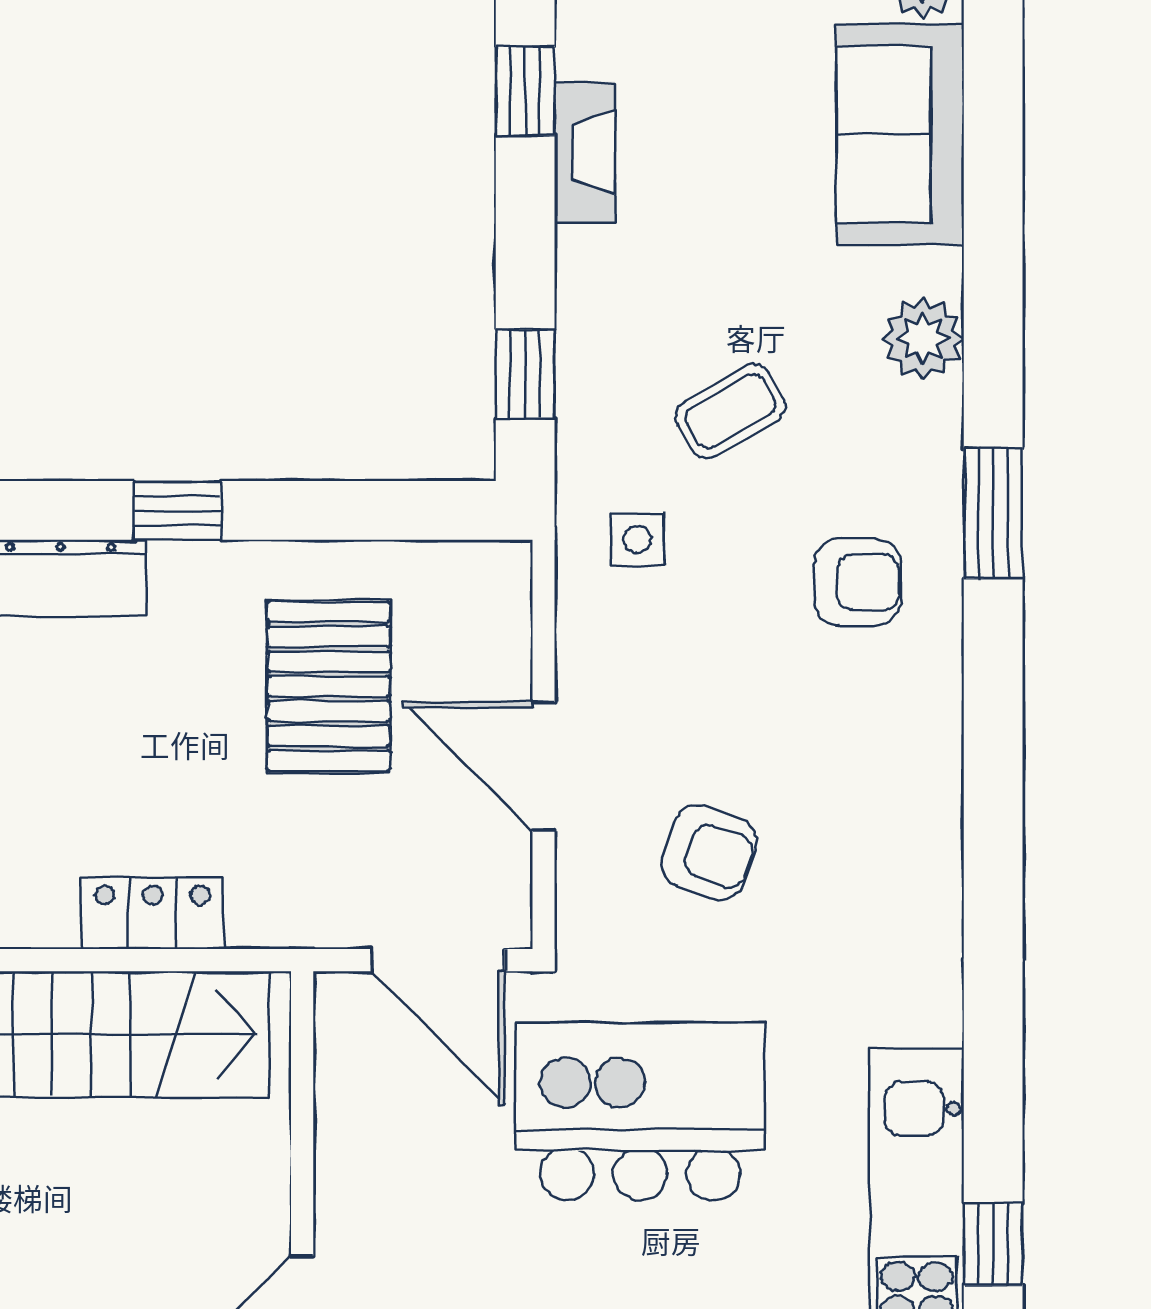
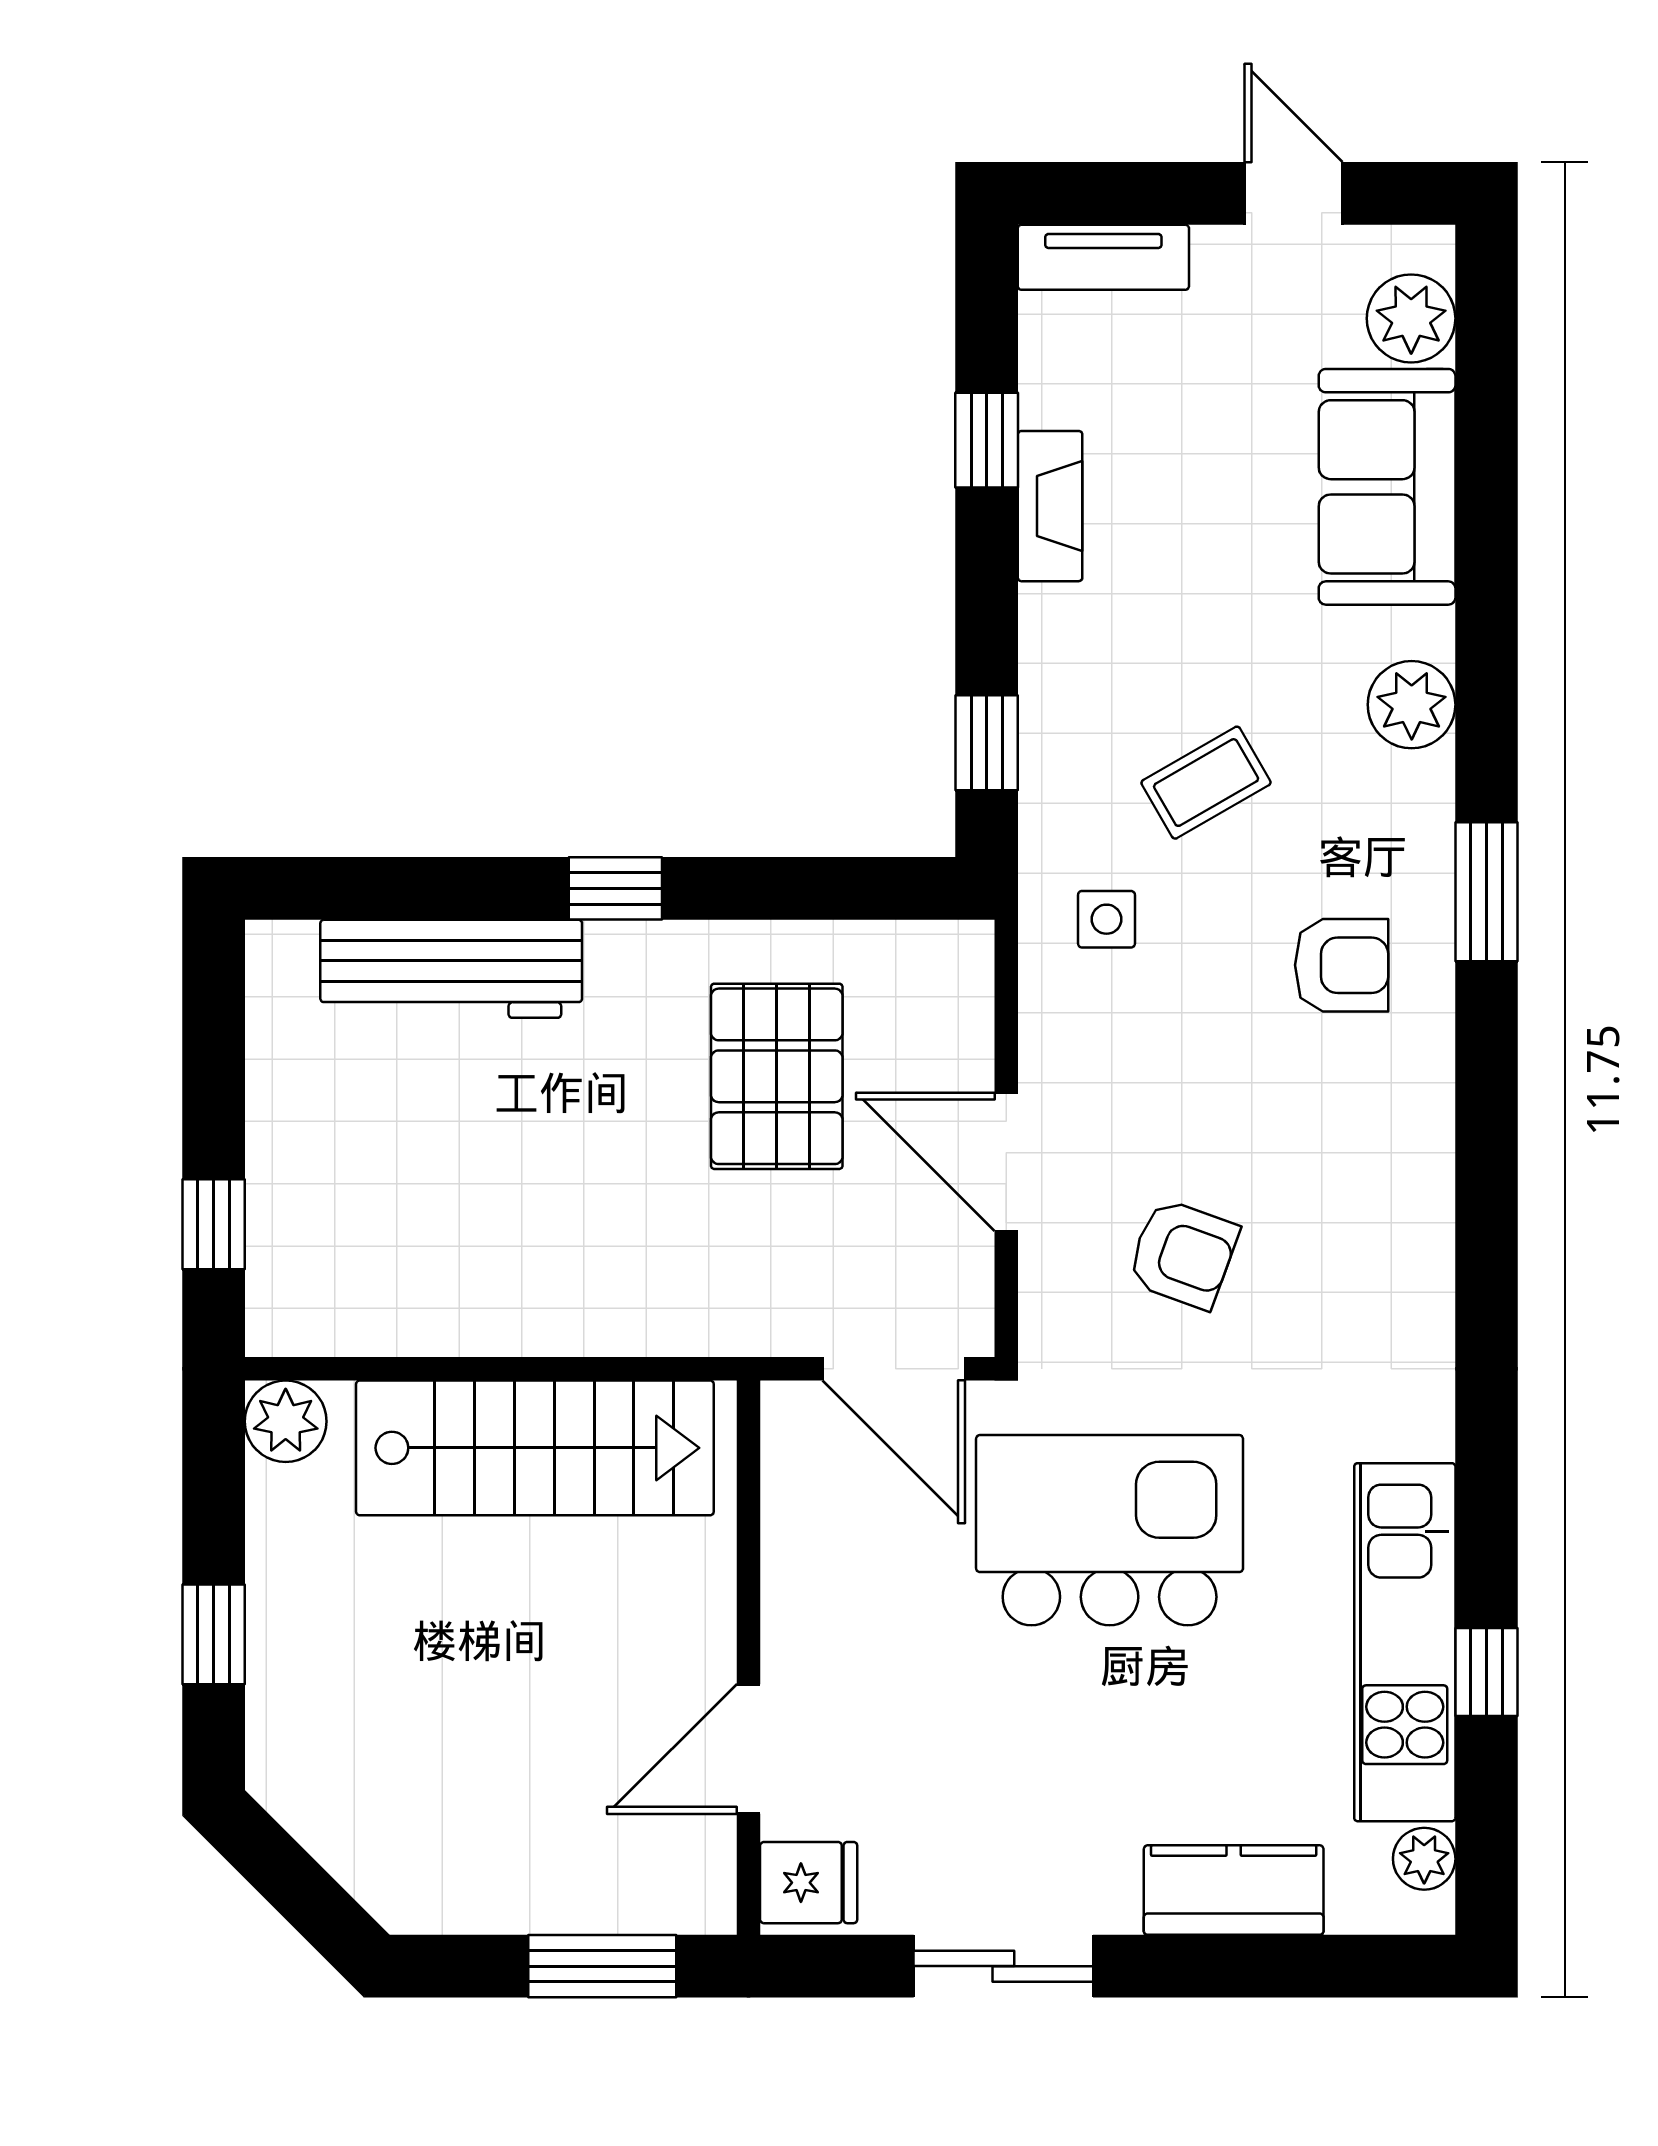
locker: (153, 913) -> (589, 1319), removed

